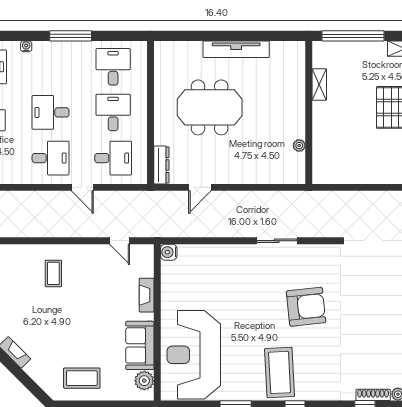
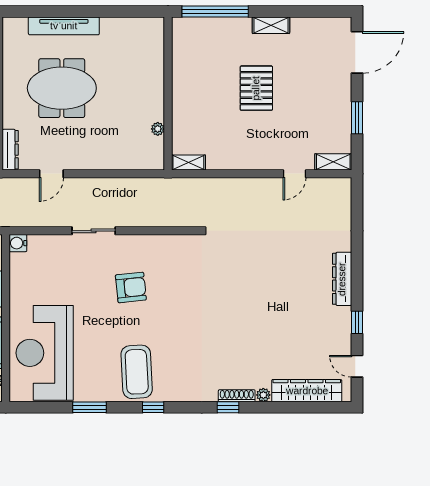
tv unit: (236, 49) -> (64, 26), moved
shelving: (319, 85) -> (188, 163), moved, turned 90
sliding door: (277, 241) -> (94, 231), moved
armchair: (306, 307) -> (131, 287), moved, width x0.73, depth x0.73

